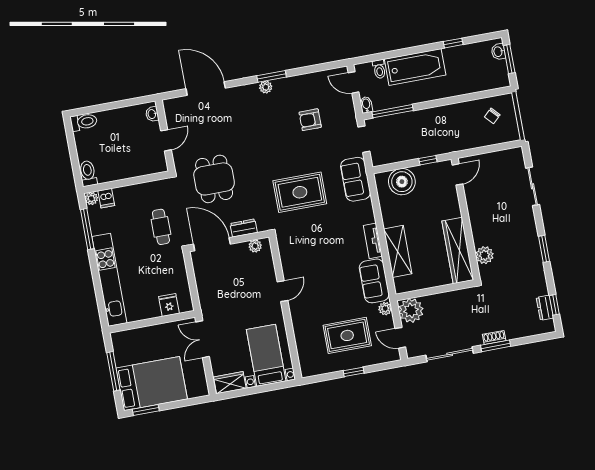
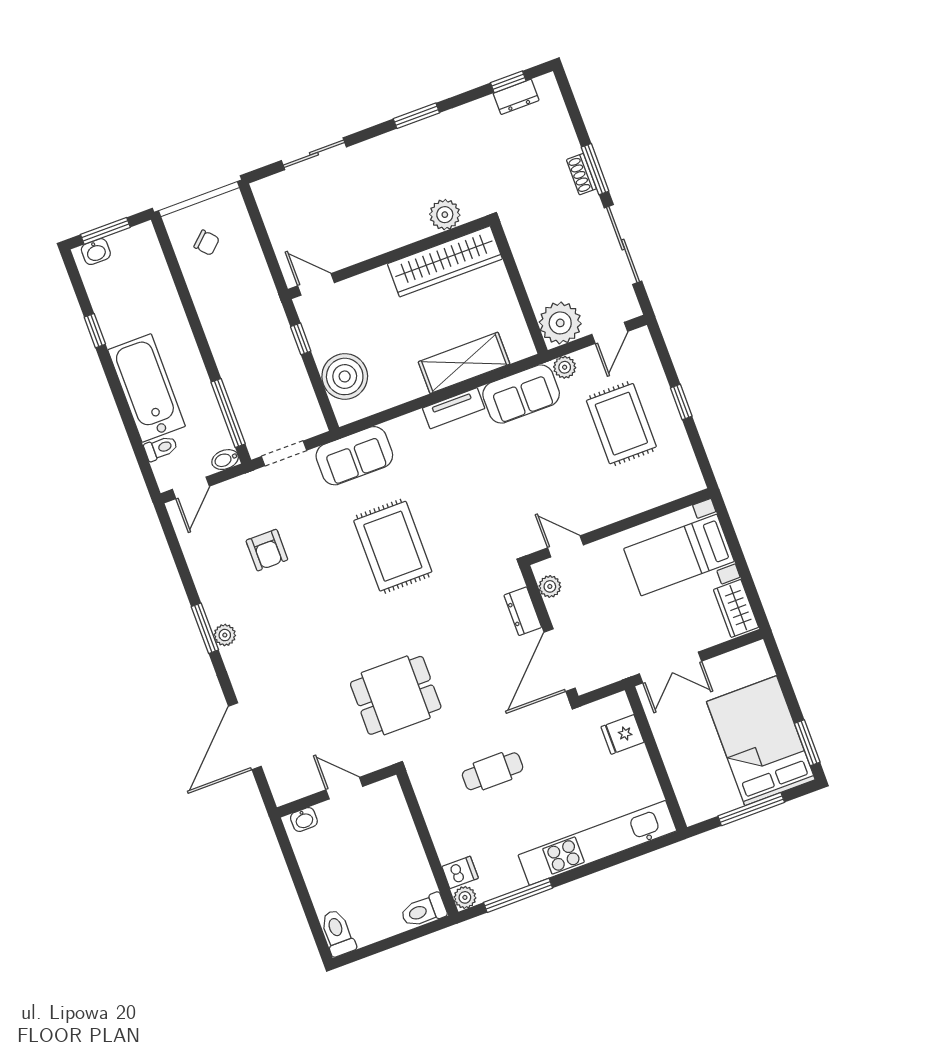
dresser: (244, 228) -> (523, 611), moved
wall: (229, 241) -> (549, 632), moved
door: (212, 244) -> (560, 660), moved
plant: (255, 246) -> (550, 586), moved

